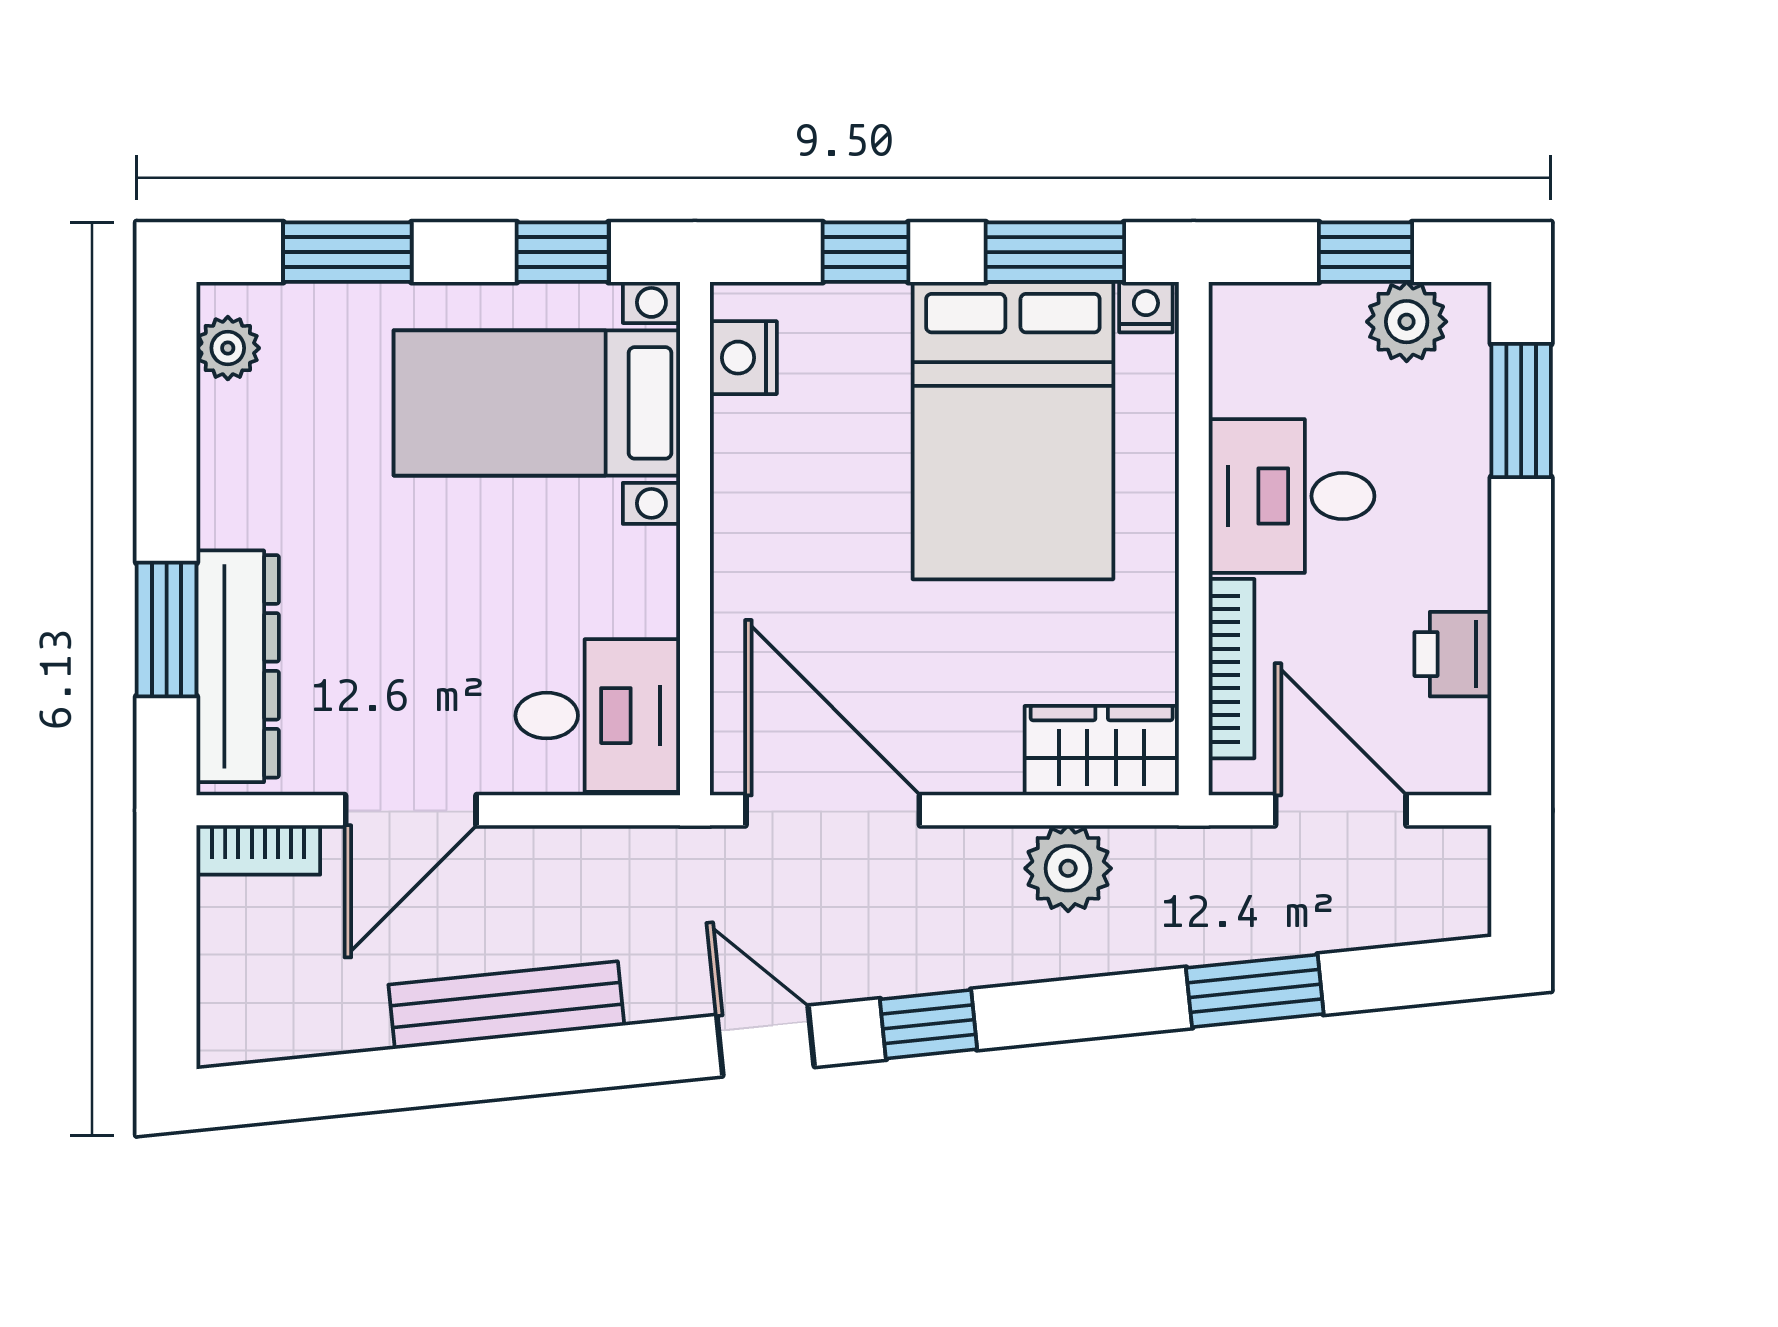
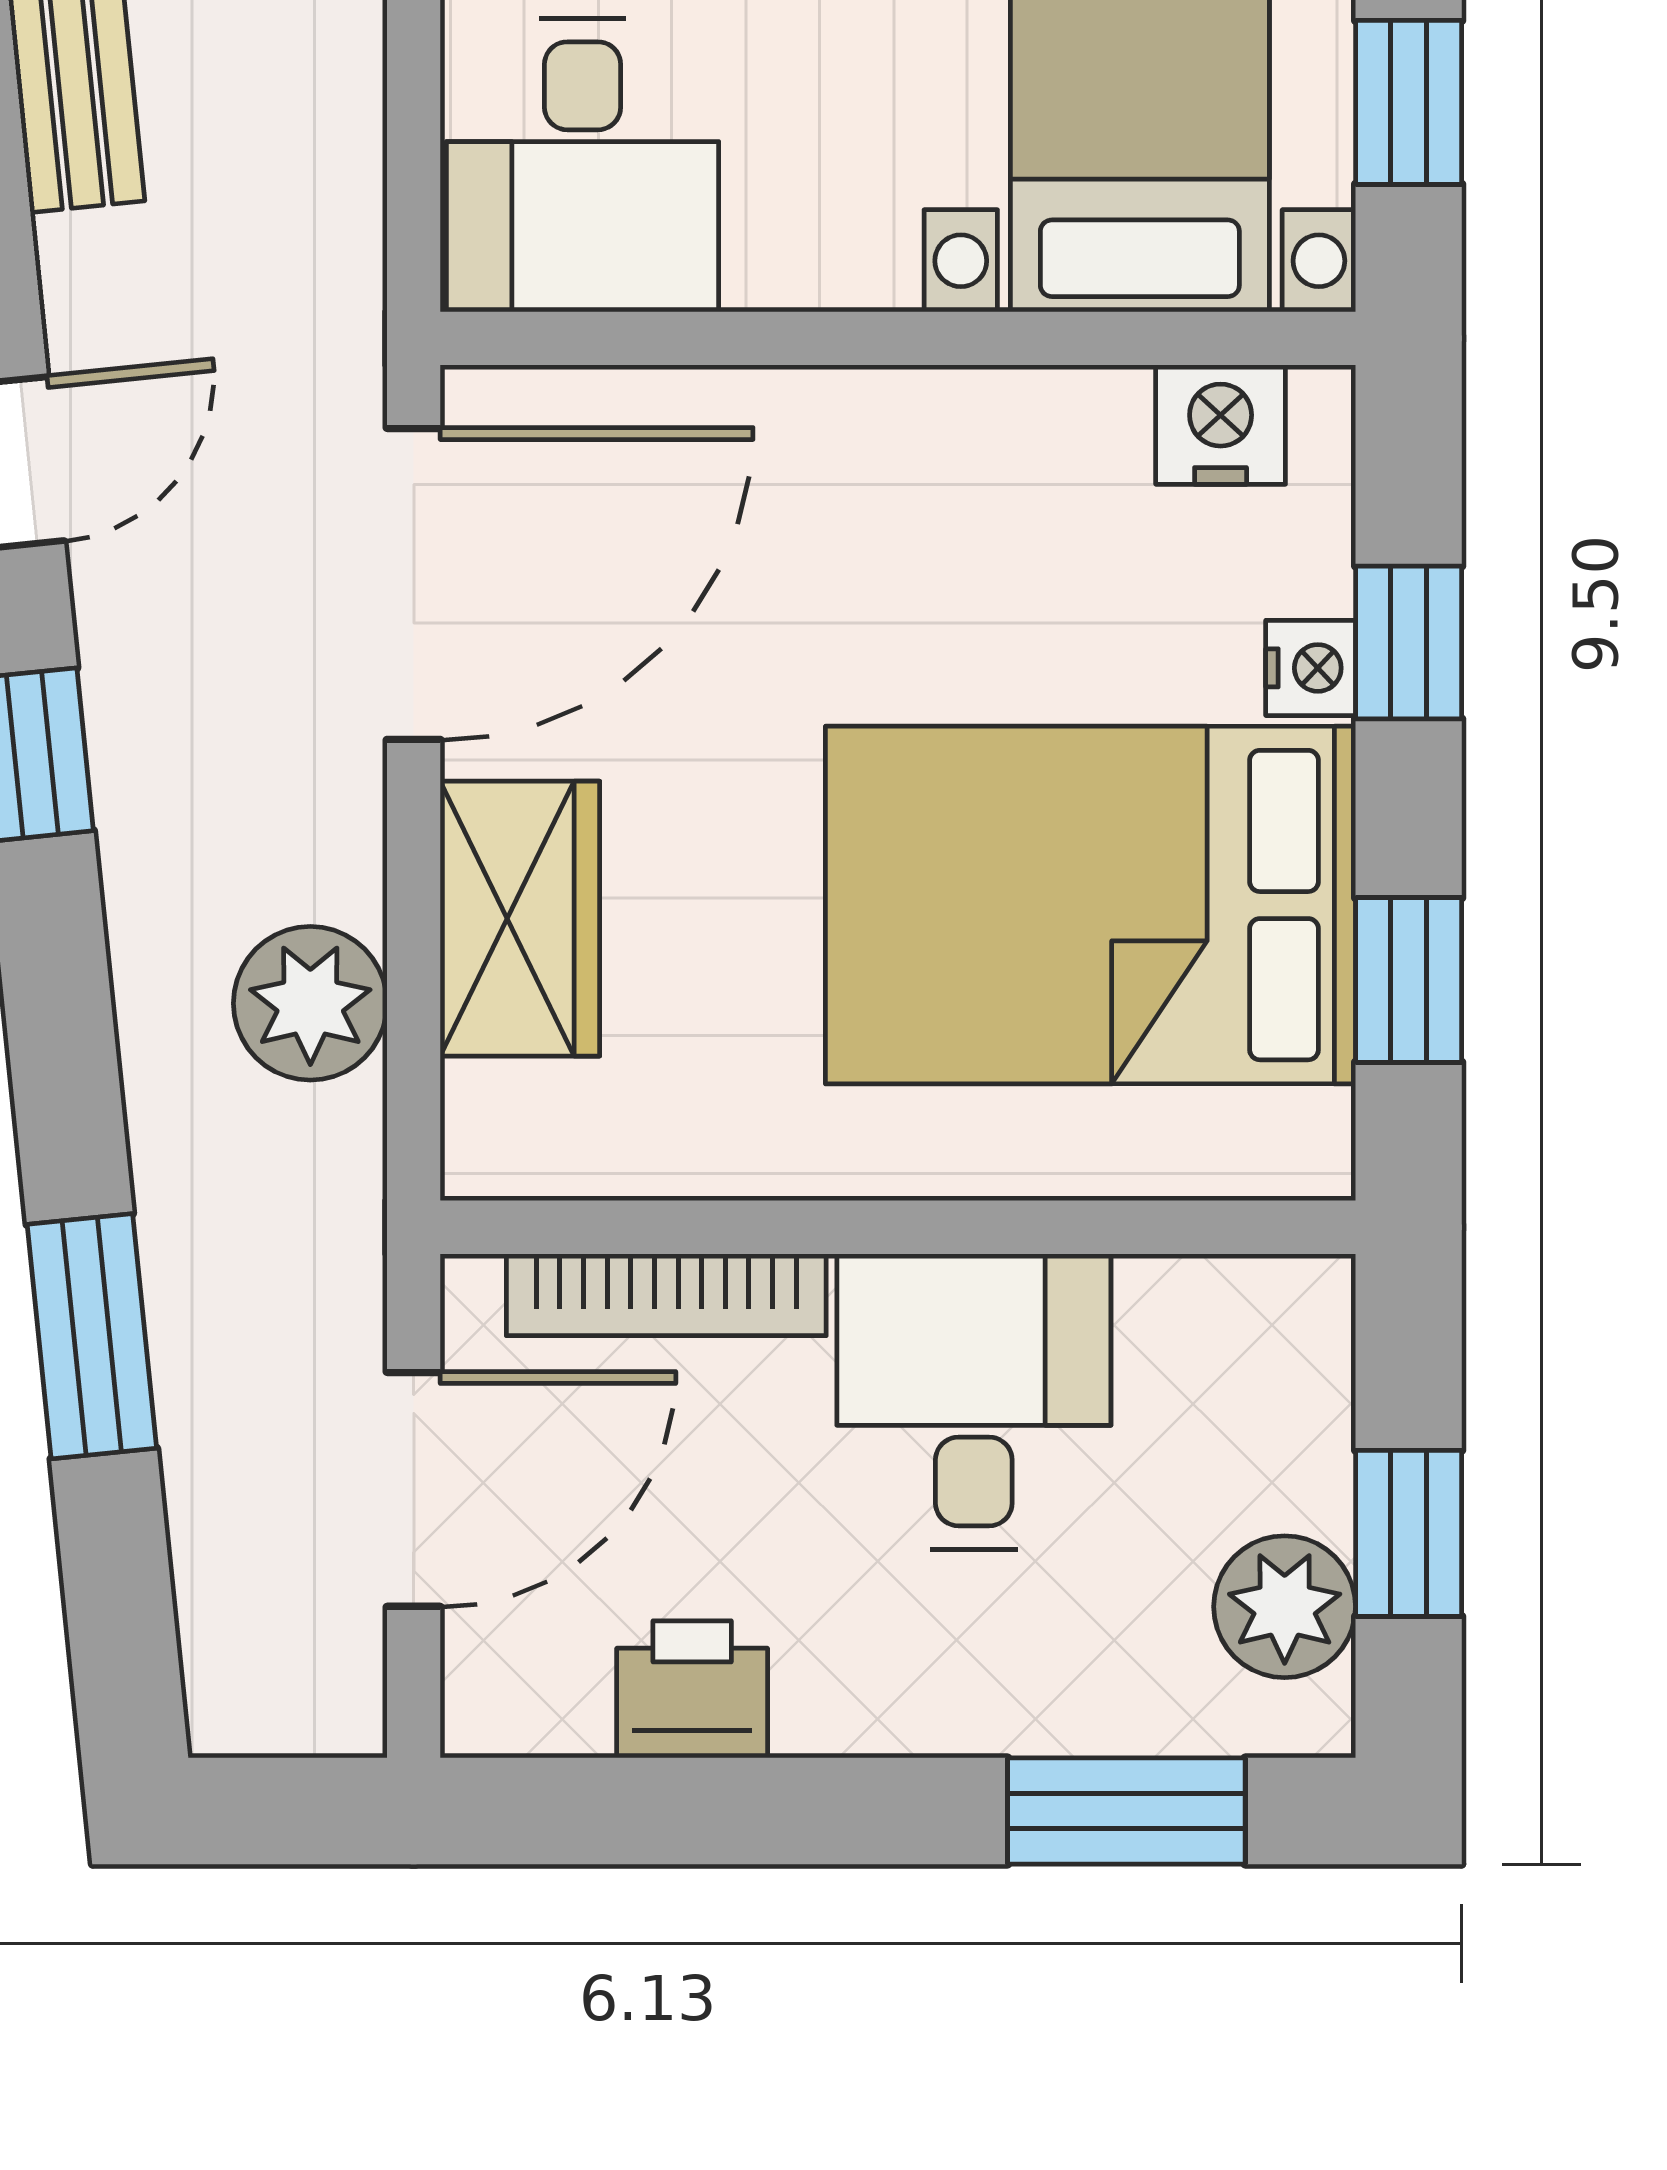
window: (1055, 252) -> (1409, 980), width x0.67
nightstand: (1146, 307) -> (1311, 668), moved
wardrobe: (1102, 751) -> (520, 919), moved

